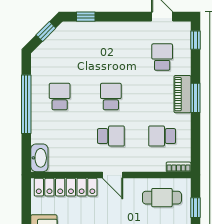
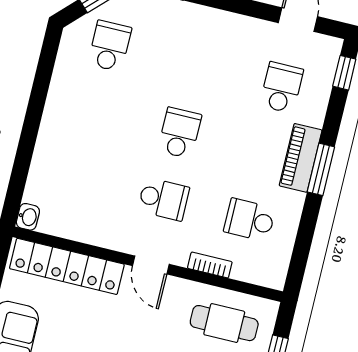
school desk: (60, 97) -> (110, 46), moved
window: (26, 104) -> (35, 111), removed
washbasin: (39, 158) -> (28, 217), width x0.52, depth x0.69
bookcase: (179, 167) -> (210, 265), moved

